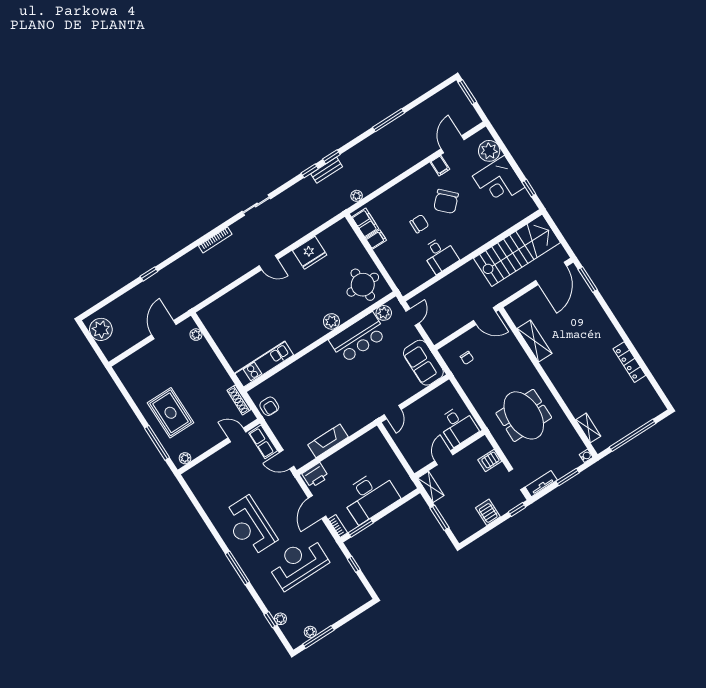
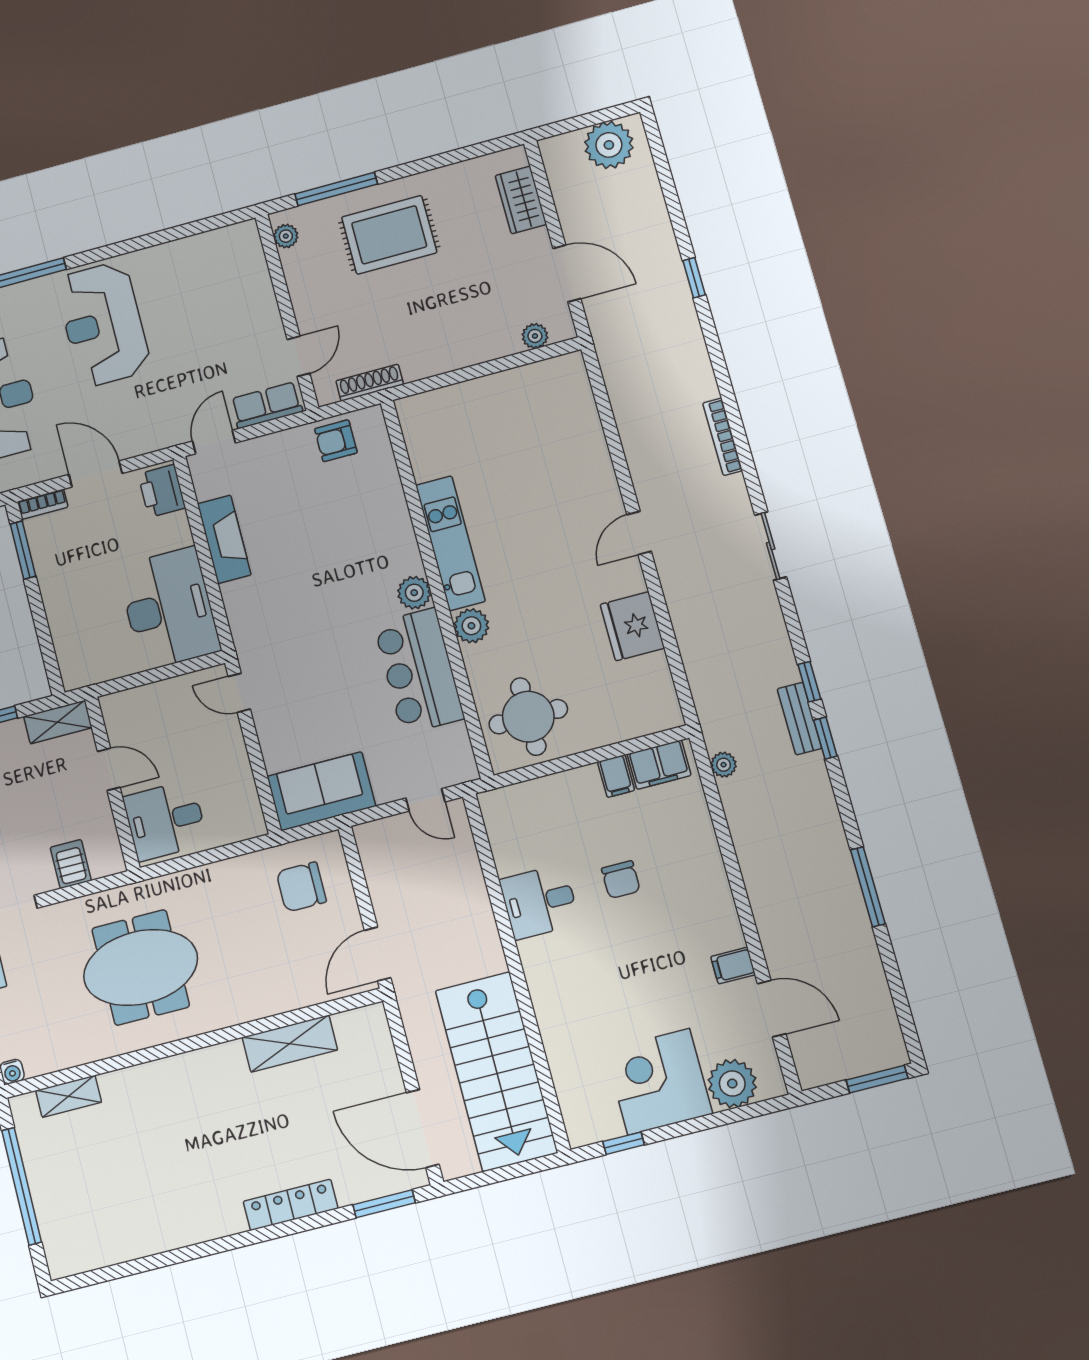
chair: (446, 201) -> (651, 953), removed
plant: (384, 313) -> (414, 593), moved
chair: (467, 358) -> (301, 887), width x1.87, depth x1.87
wardrobe: (137, 360) -> (521, 200), added
locker: (629, 362) -> (291, 1205), moved
kitchen unit: (264, 364) -> (450, 543), moved
desk: (370, 496) -> (169, 608), moved, turned 180
reception desk: (249, 526) -> (103, 324), turned -90

